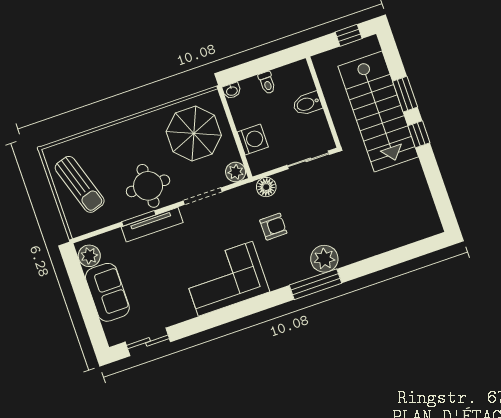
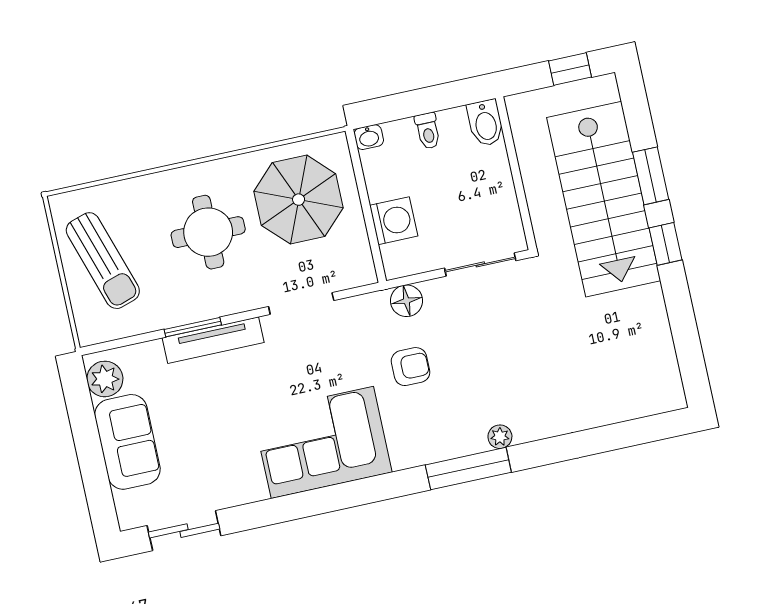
bidet: (307, 104) -> (485, 123), moved, turned -90
plant: (236, 172) -> (359, 270), removed
round table: (148, 186) -> (208, 232), moved
plant: (324, 259) -> (500, 437), width x0.53, depth x0.53

